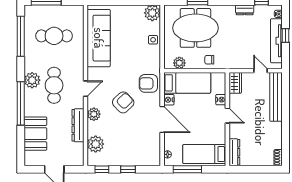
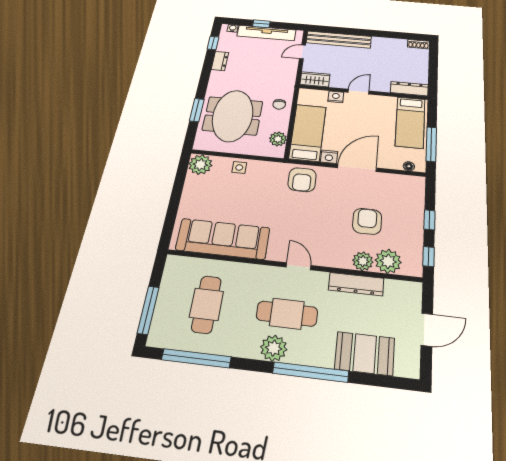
armchair: (123, 102) -> (367, 221), moved, turned 44
plant: (94, 114) -> (363, 261), moved

